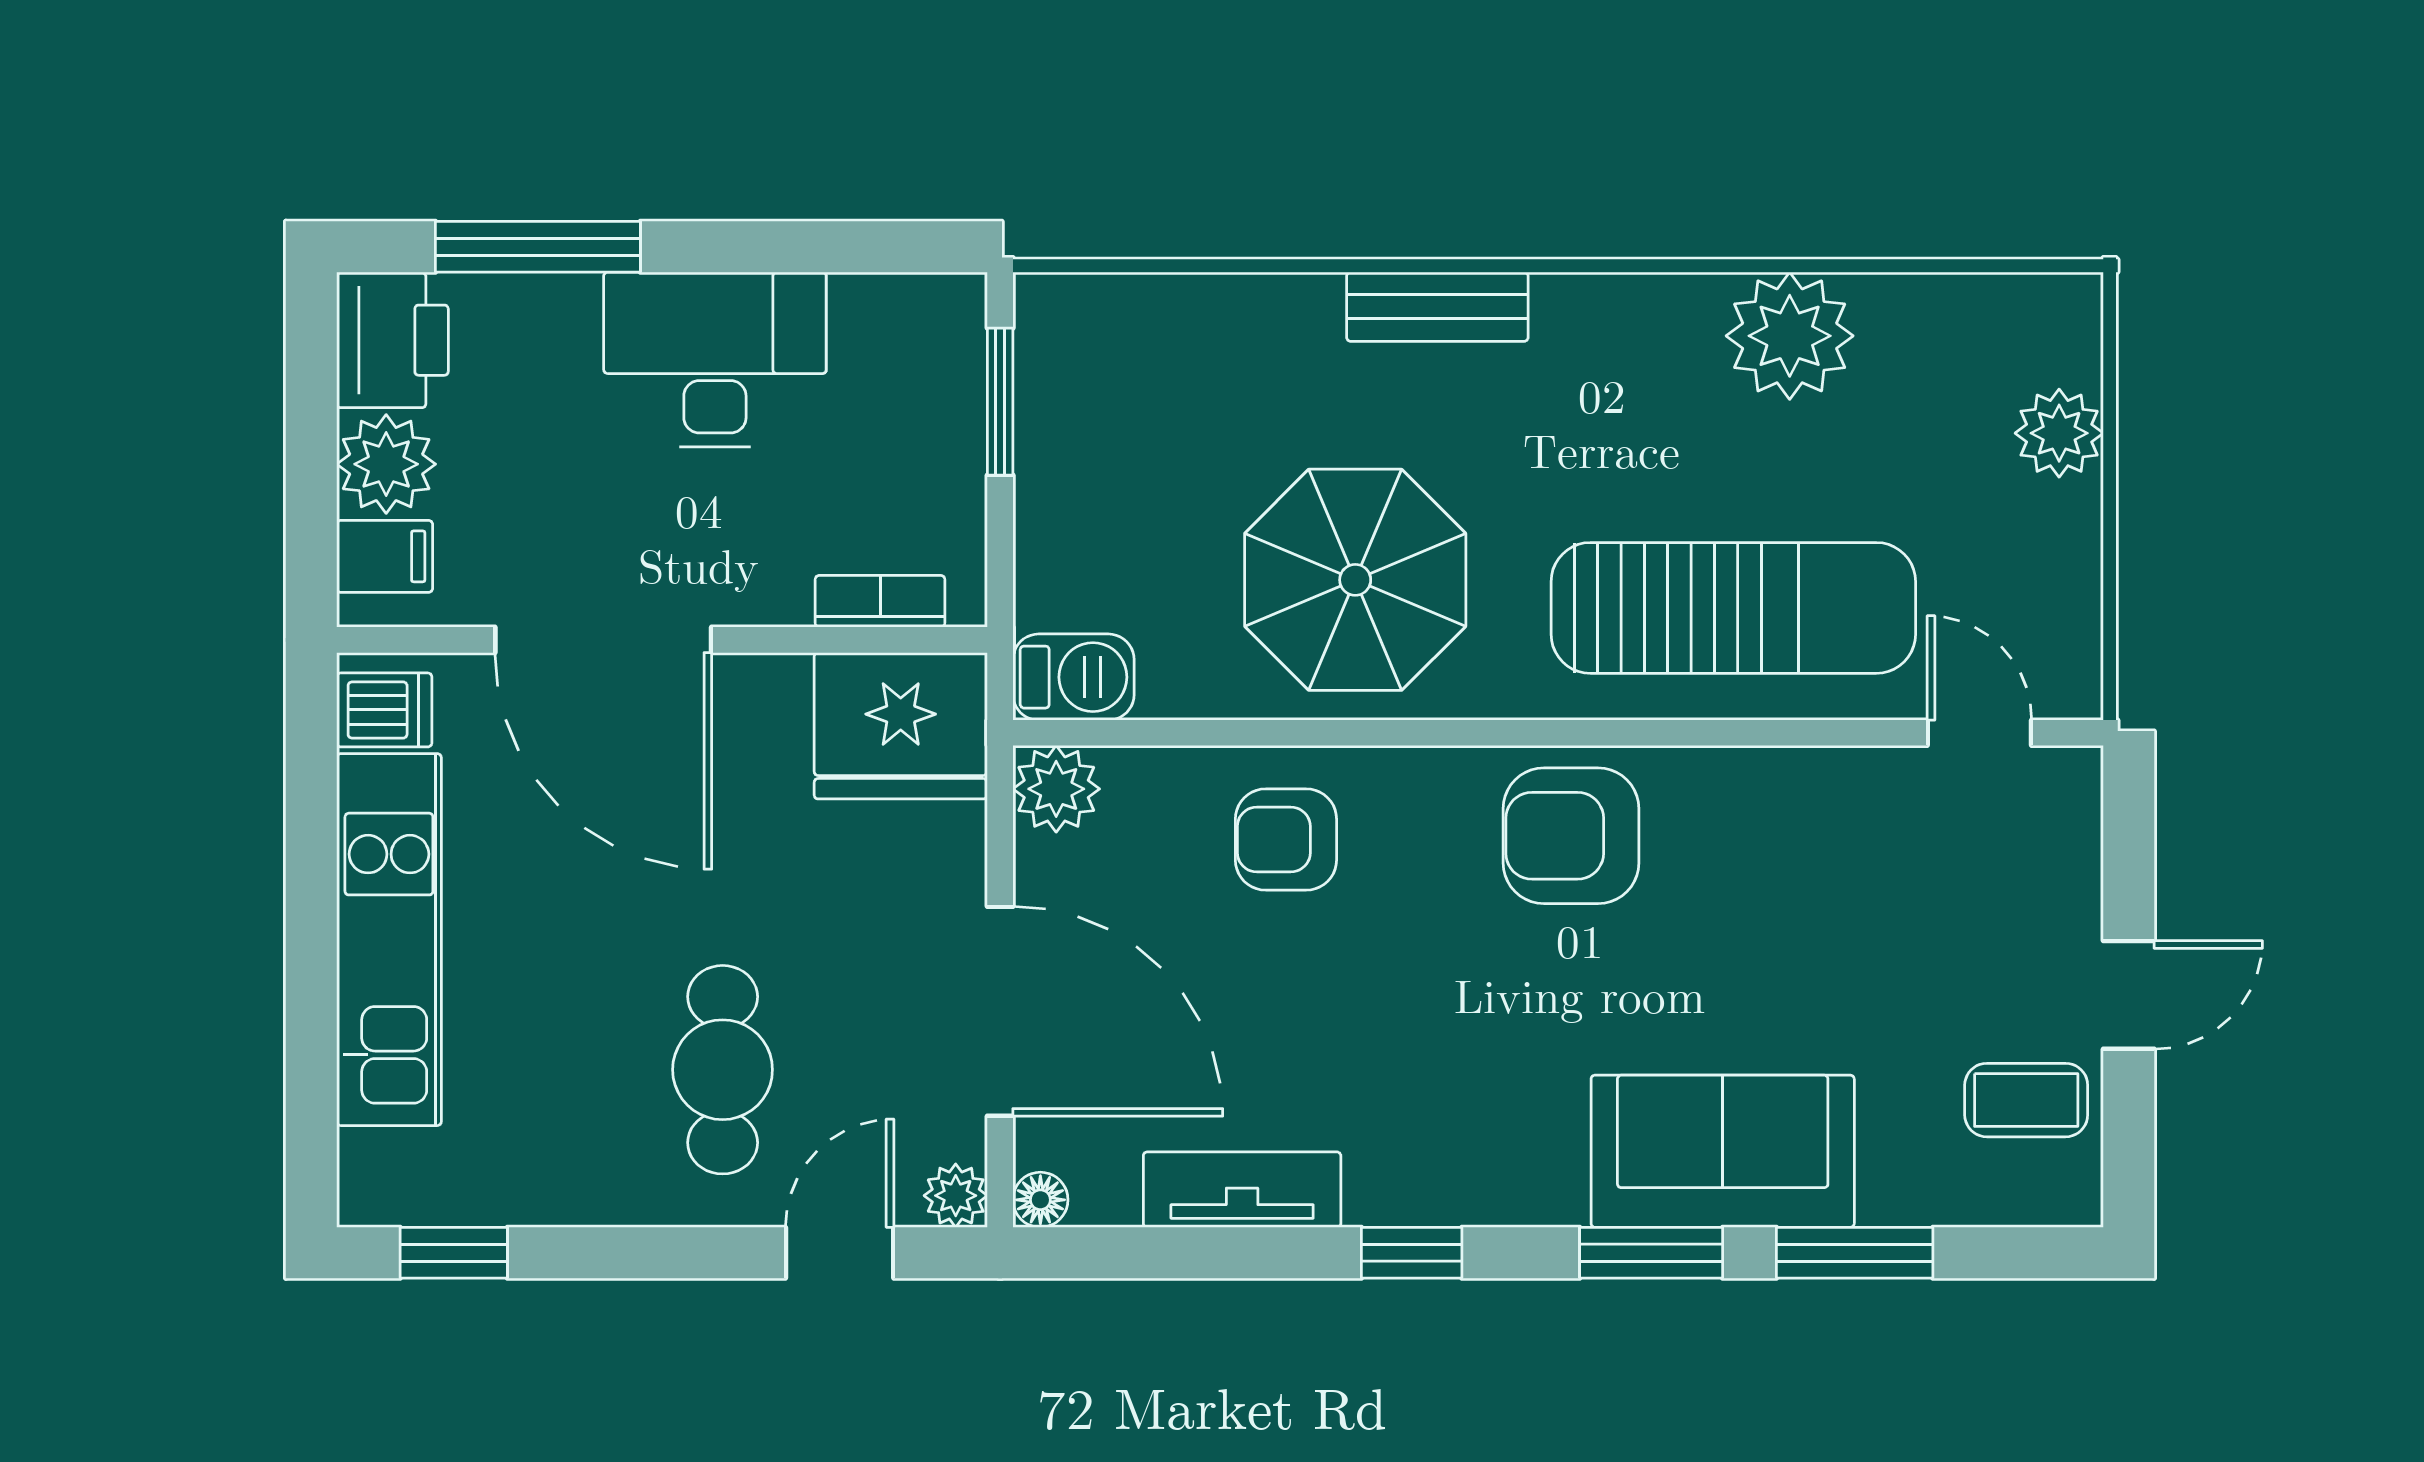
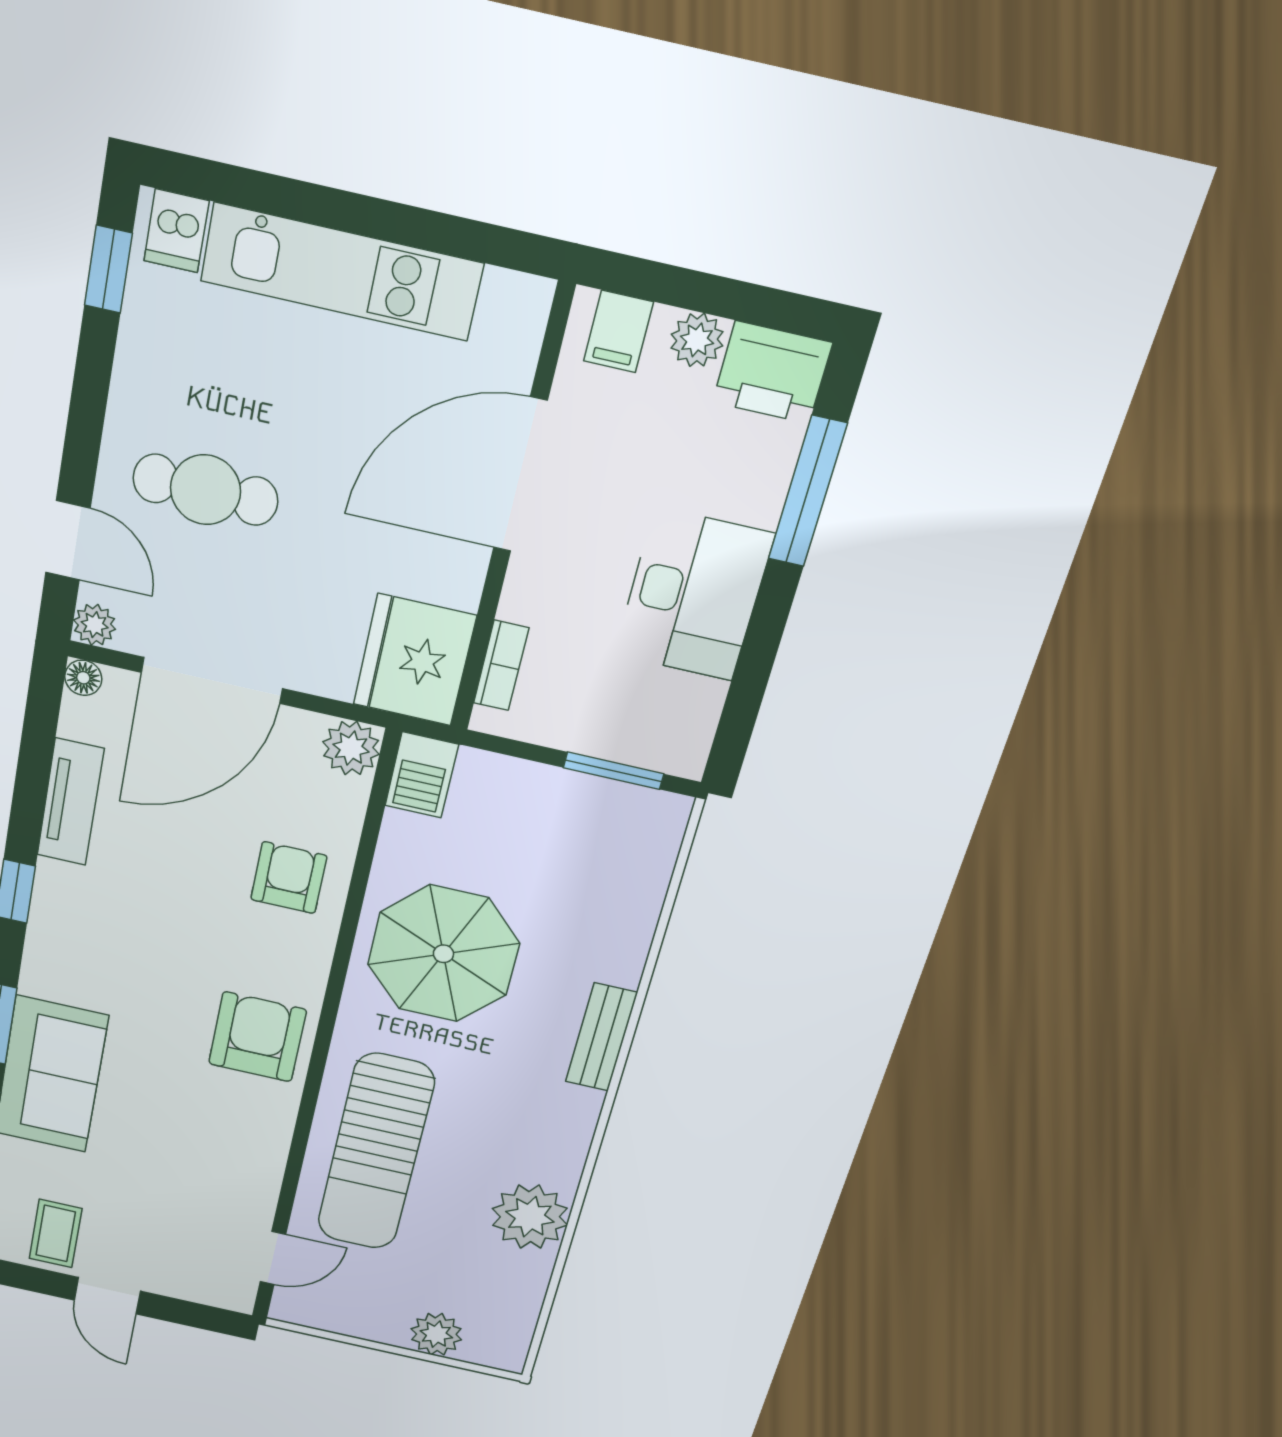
plant: (386, 464) -> (697, 340), width x0.73, depth x0.73
dishwasher: (384, 710) -> (176, 231), moved

